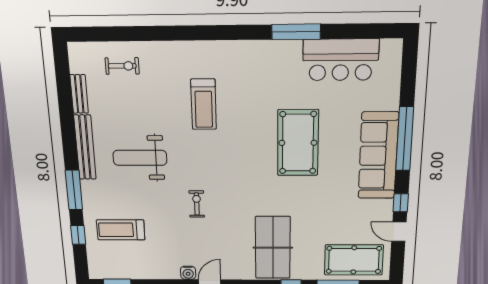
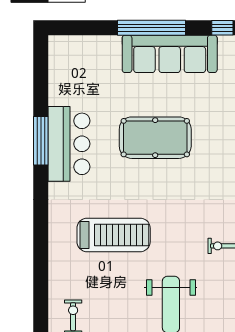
bar counter: (341, 60) -> (69, 144), moved
treadmill: (204, 104) -> (114, 235), width x1.37, depth x1.38

